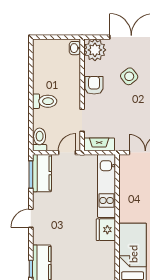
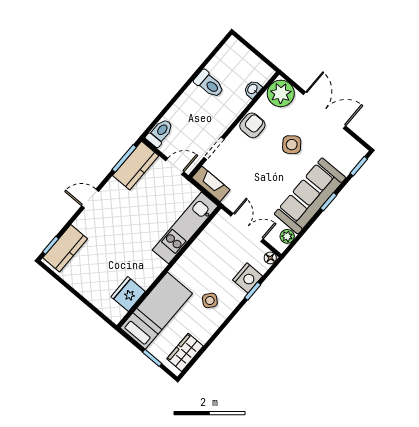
washbasin: (75, 48) -> (253, 89), moved
toilet: (45, 101) -> (209, 84), moved
fridge: (106, 230) -> (128, 294), moved

